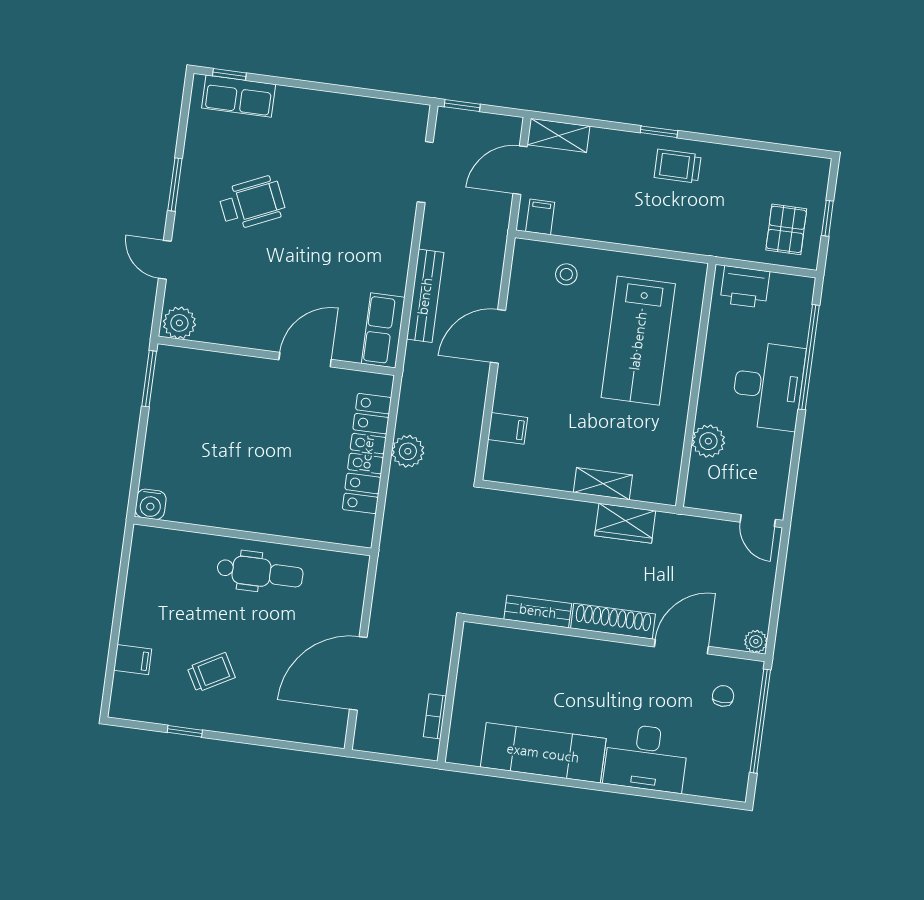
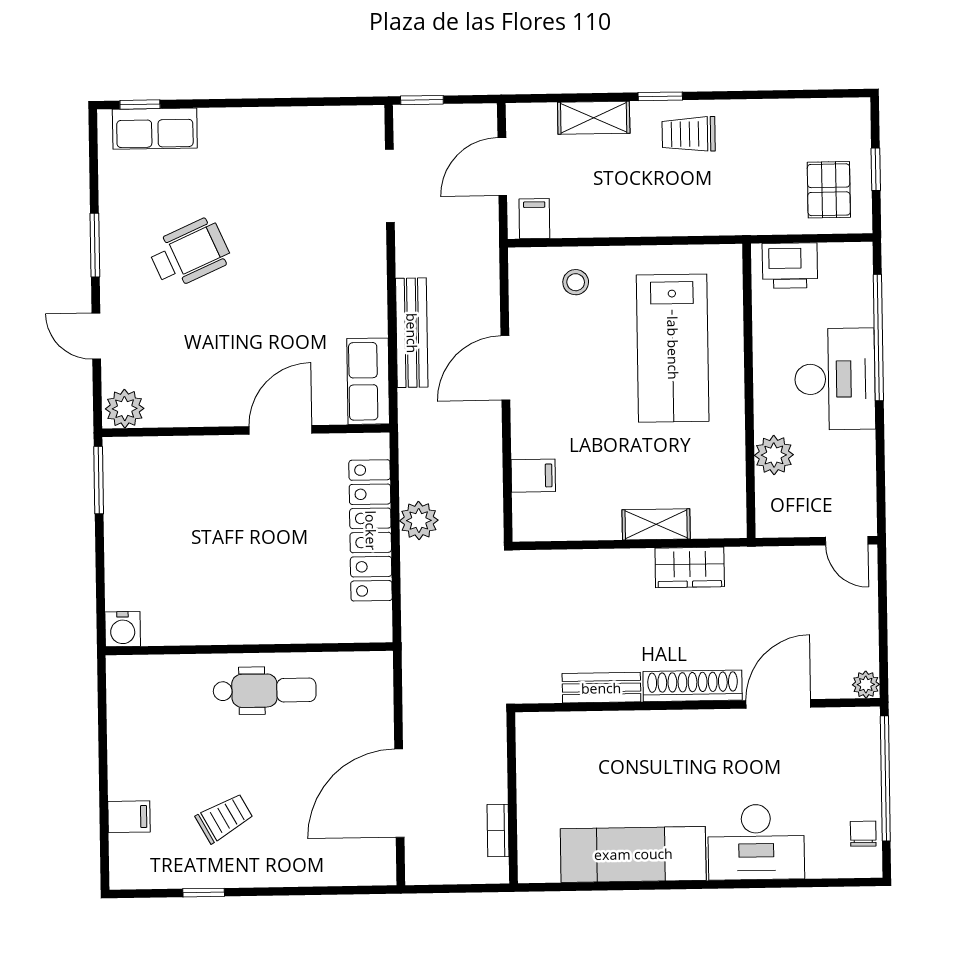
shelving: (558, 135) -> (594, 118), moved
chair: (723, 696) -> (863, 834), moved

